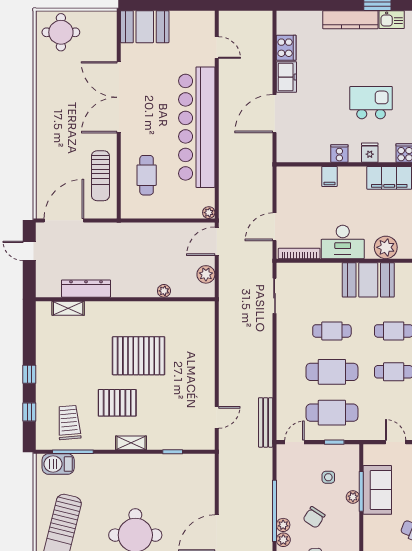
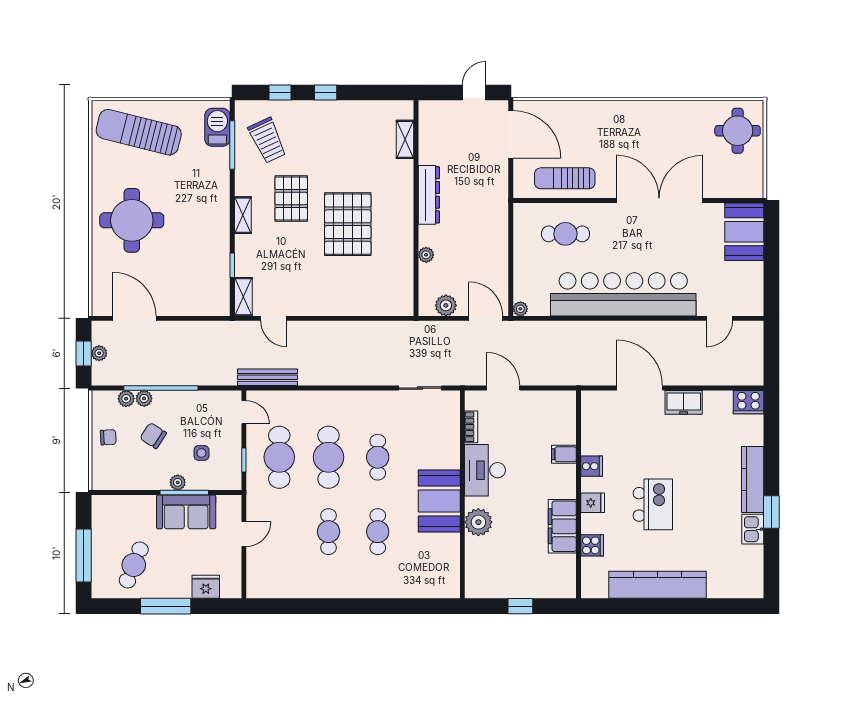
cooker: (286, 48) -> (748, 402), moved
bookcase: (299, 253) -> (471, 427), width x0.64
dresser: (86, 289) -> (429, 195), moved
trolley: (69, 423) -> (267, 140), turned 70
shelving: (199, 443) -> (243, 297), added

